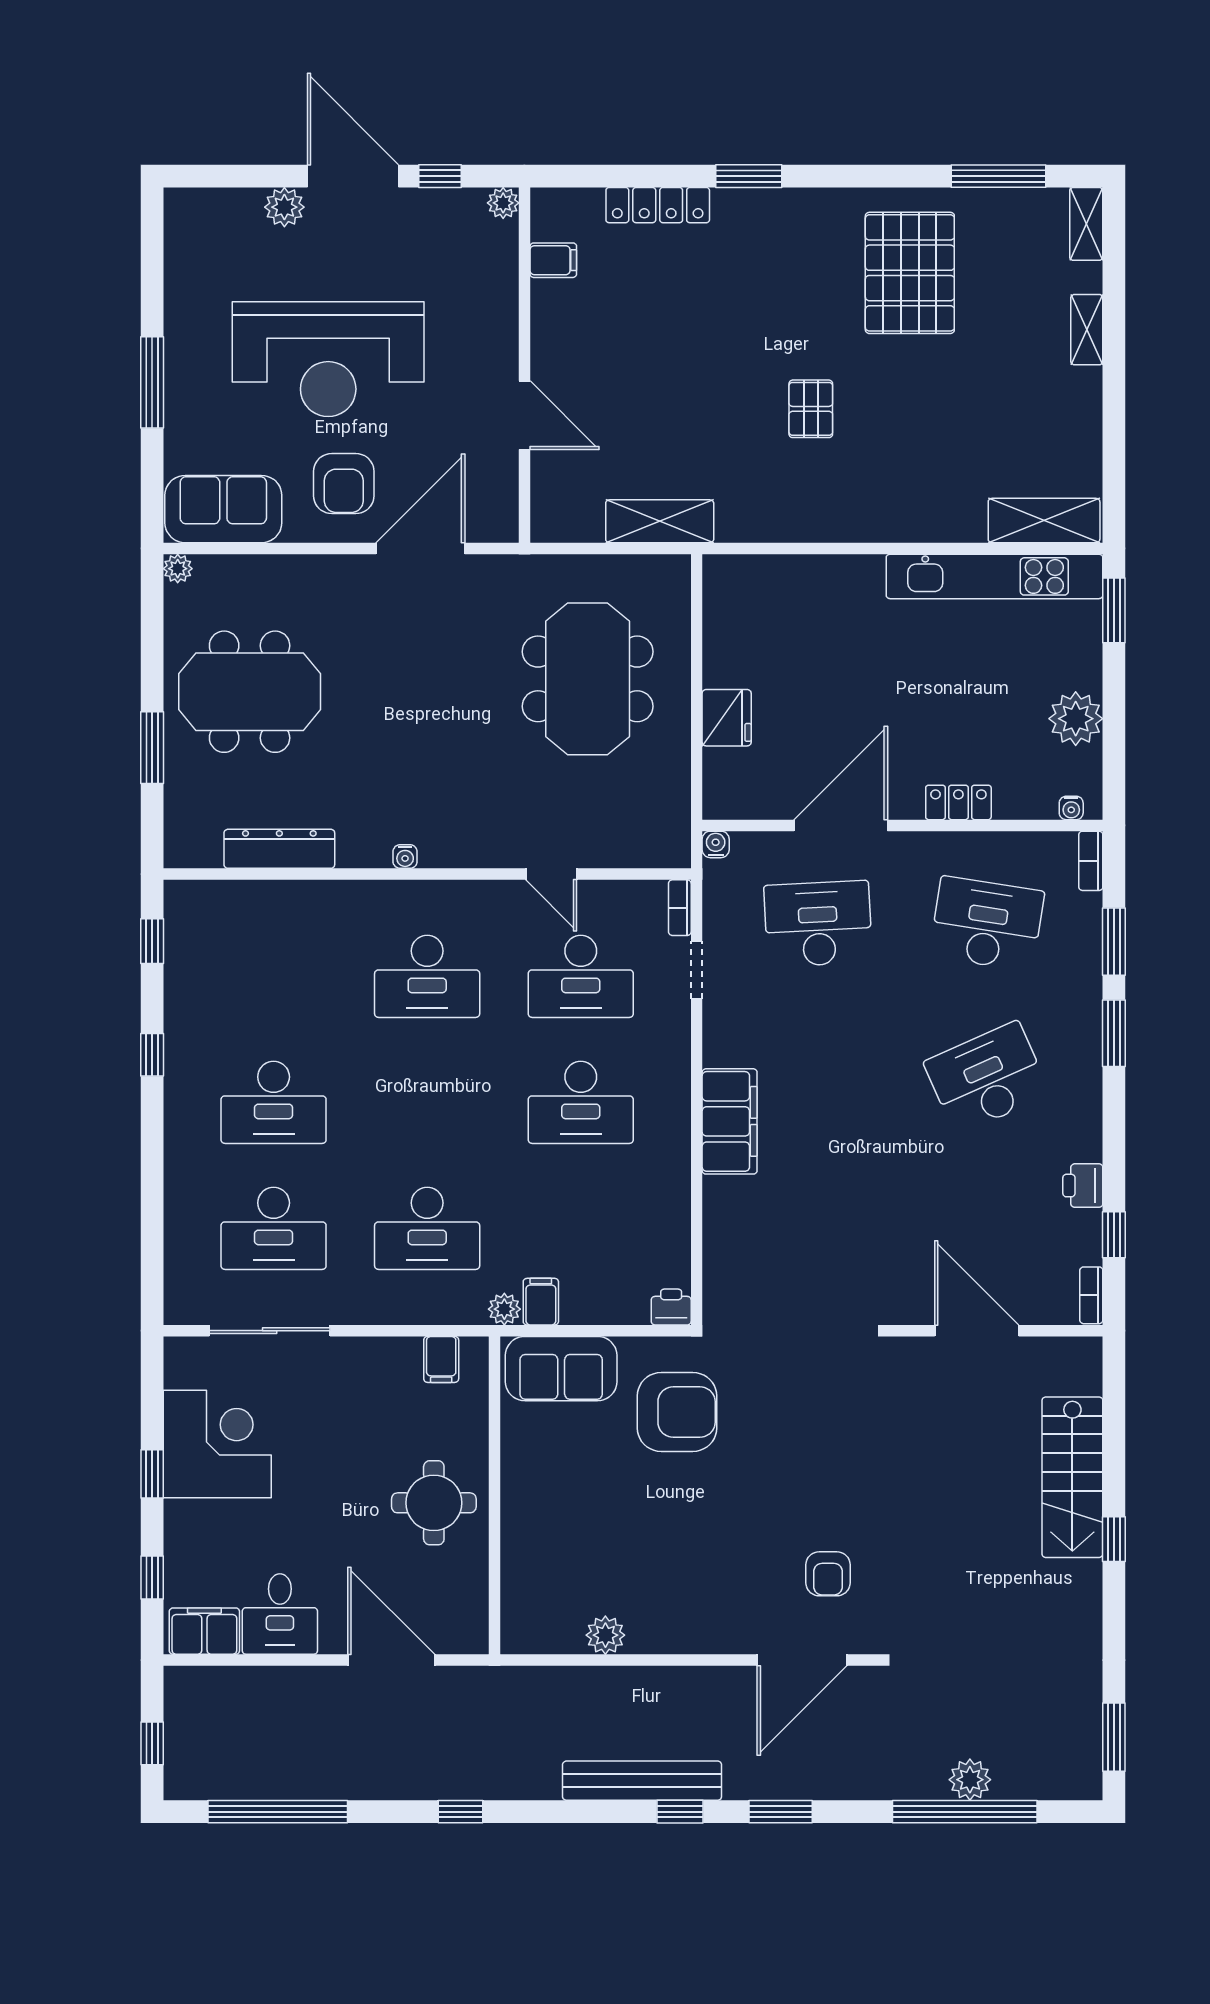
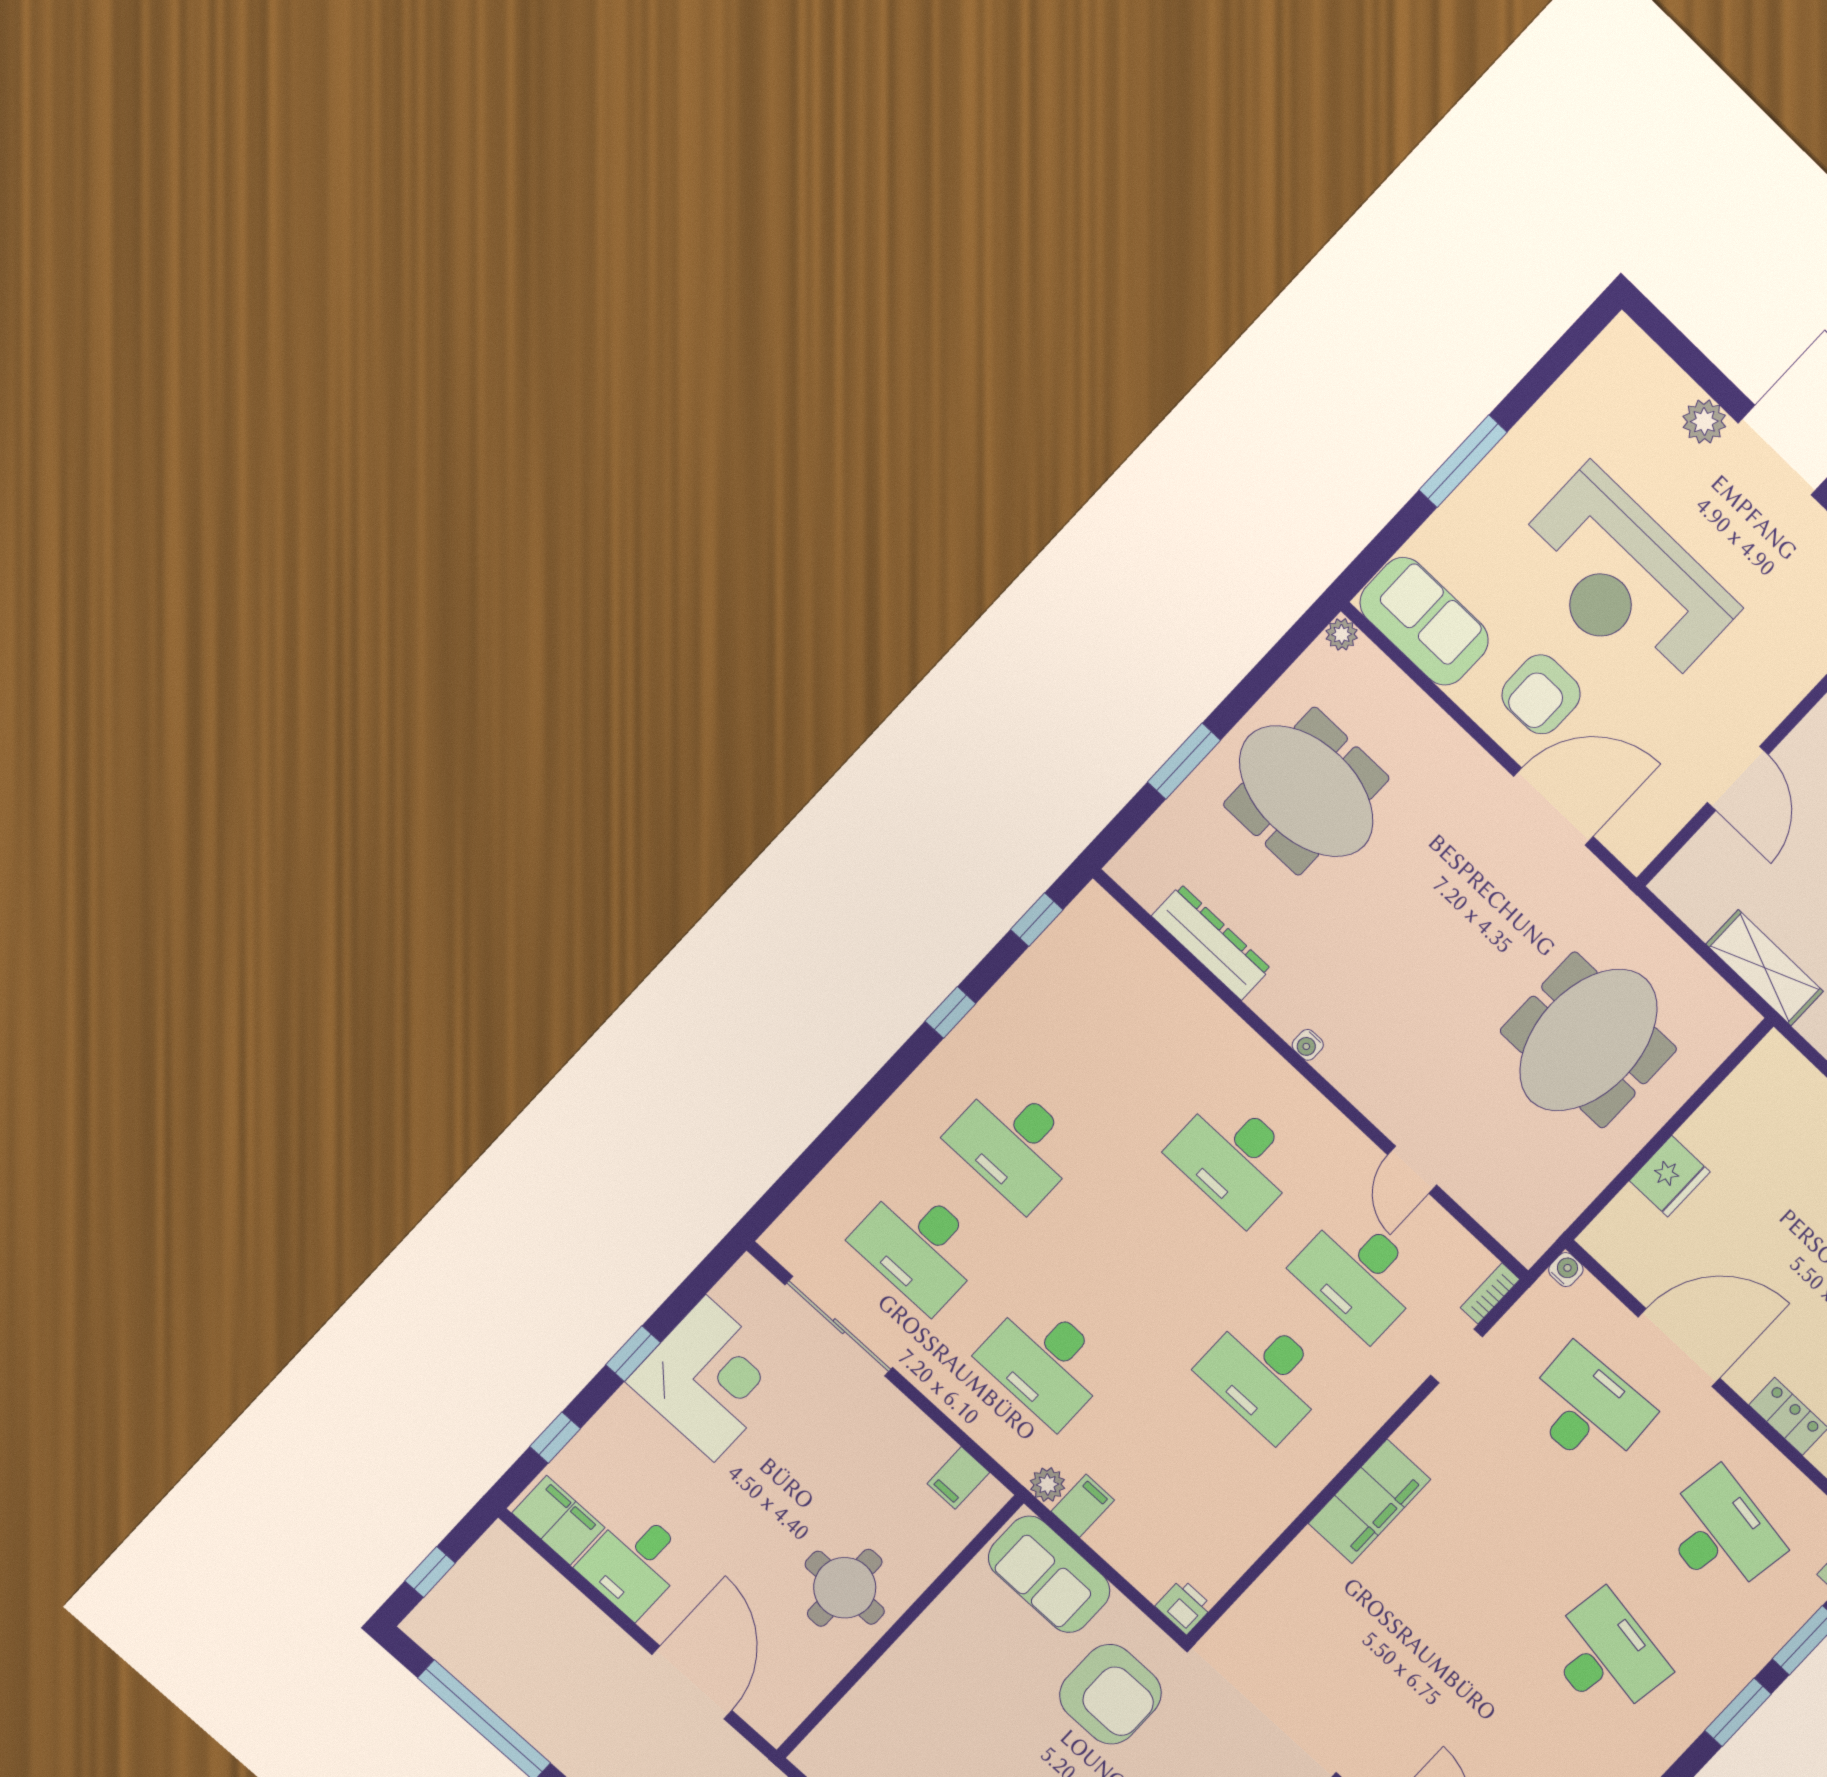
desk: (987, 1078) -> (1605, 1656), turned 33

